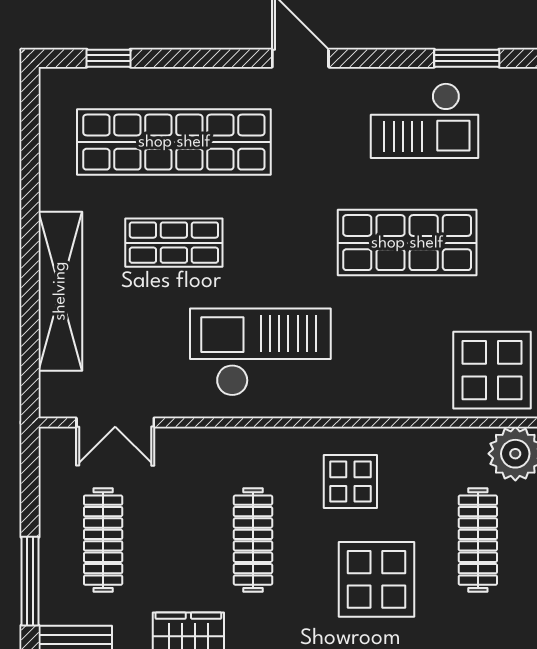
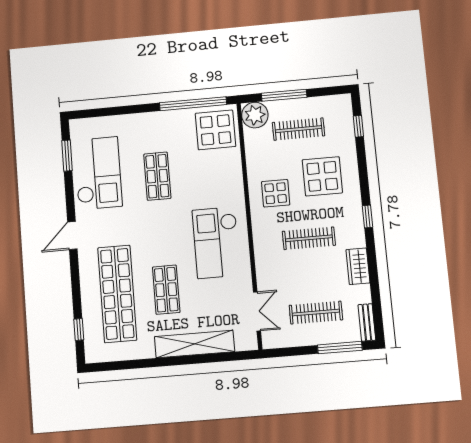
checkout: (424, 121) -> (98, 173), width x1.36, depth x1.21
shop shelf: (407, 243) -> (157, 176), width x0.70, depth x0.74

